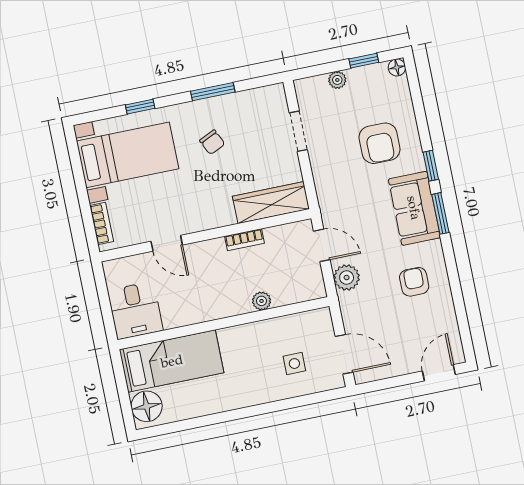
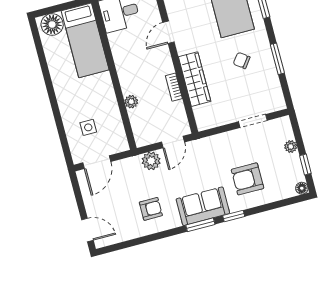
chair: (212, 142) -> (242, 60), turned 62
wardrobe: (271, 203) -> (195, 79), moved

